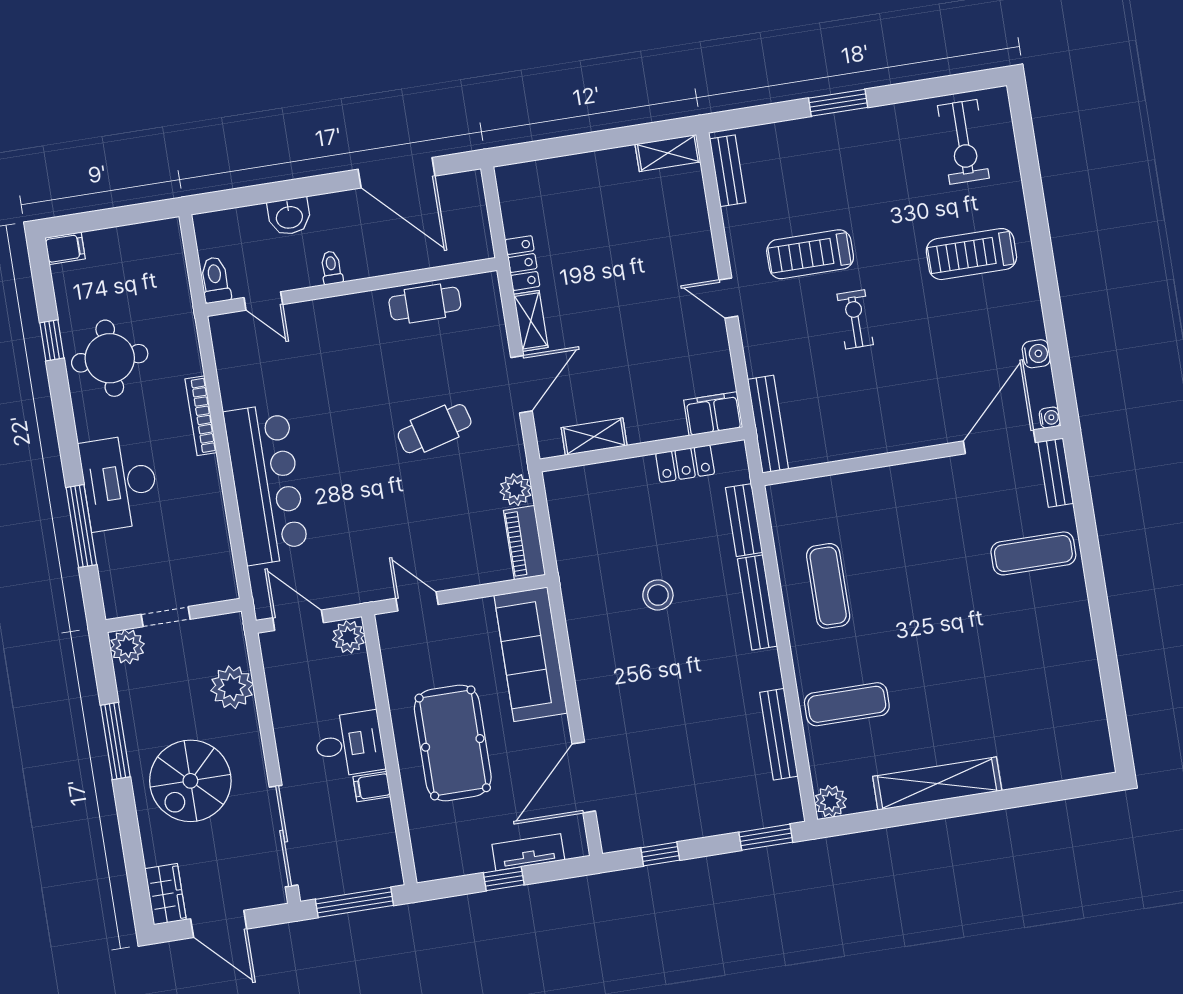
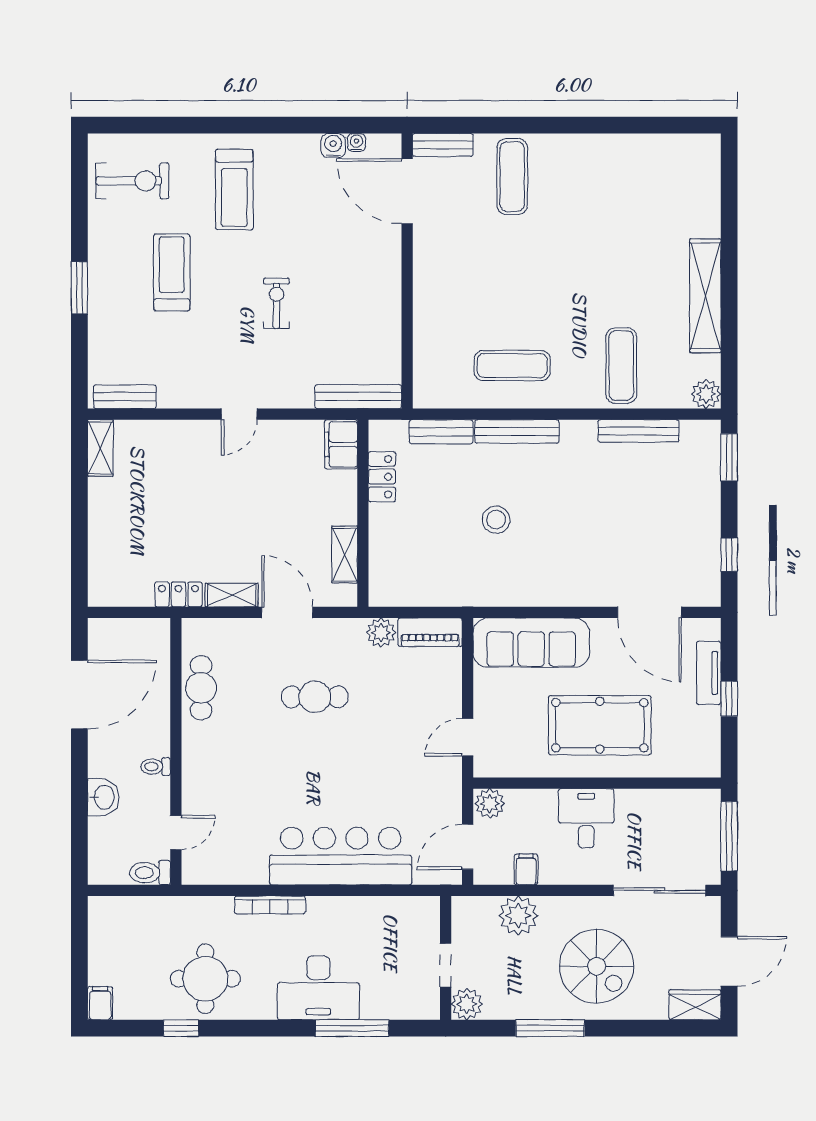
treadmill: (810, 254) -> (172, 272), moved, turned 180
exercise bike: (855, 319) -> (276, 303), turned 90
water cooler: (1050, 418) -> (356, 142), moved
cafe table: (435, 429) -> (315, 697), turned -75
filing cabinet: (372, 787) -> (526, 869), moved, turned 180

